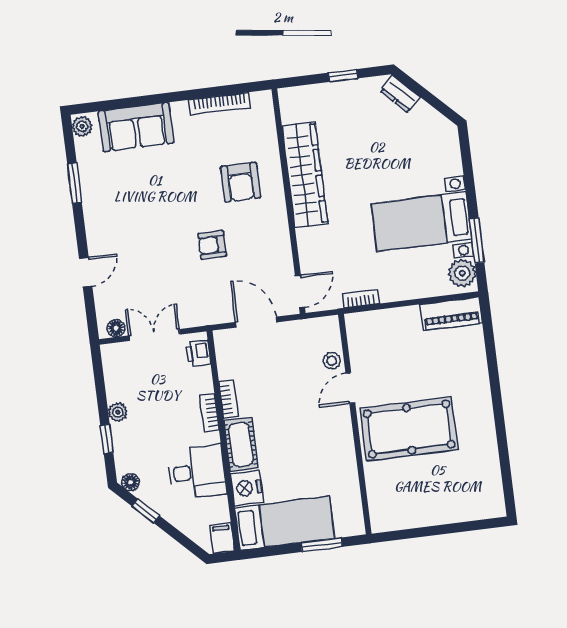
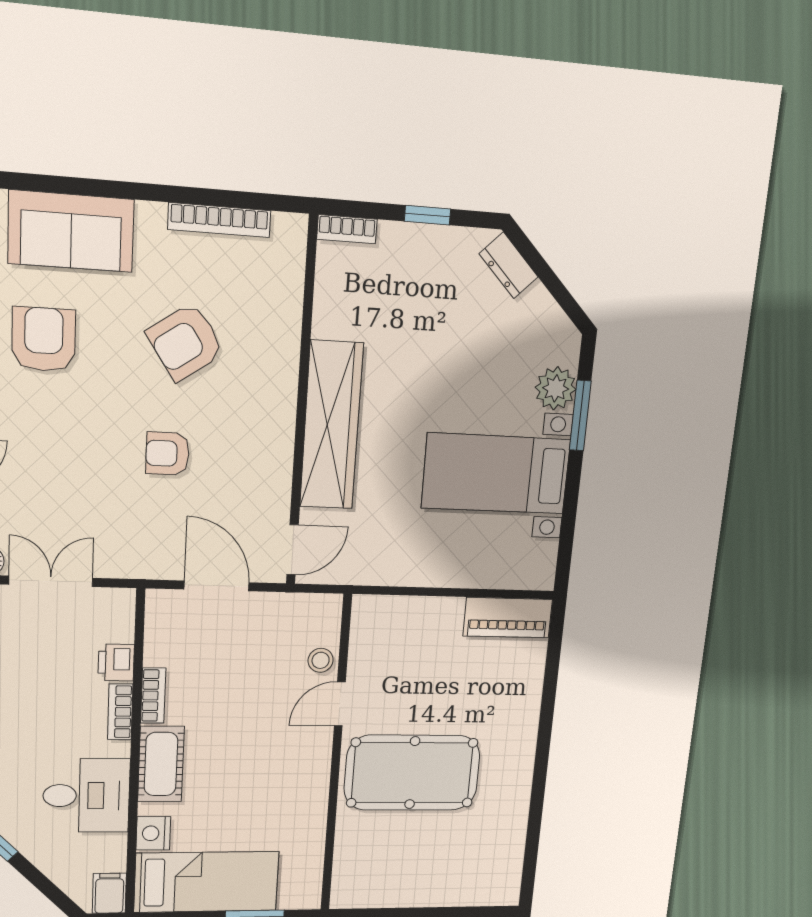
wardrobe: (305, 175) -> (331, 425), moved
armchair: (241, 182) -> (186, 342), moved, turned 56
armchair: (129, 191) -> (44, 339), added
window: (477, 241) -> (580, 416), moved
plant: (462, 273) -> (556, 388), moved
bookcase: (361, 299) -> (347, 229), moved, turned 180
printer: (198, 353) -> (116, 662), moved
nightstand: (247, 488) -> (153, 833), width x0.74, depth x0.75

